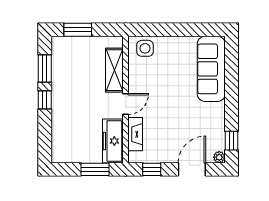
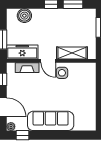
side table: (145, 48) -> (62, 73), moved
sofa: (211, 69) -> (51, 121), moved
boiler: (61, 138) -> (24, 16), added

